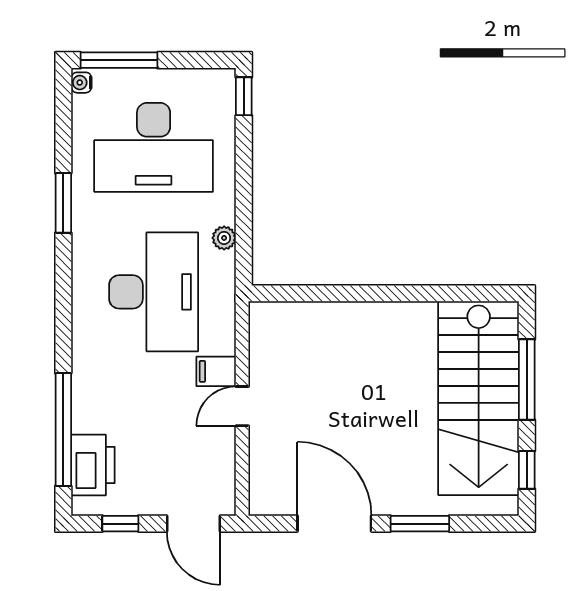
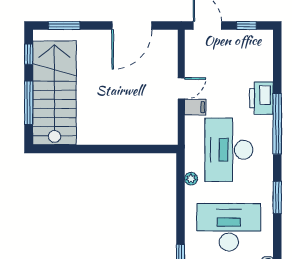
window: (63, 430) -> (277, 124), moved
printer: (93, 465) -> (261, 98), moved
door: (334, 524) -> (132, 26), hinge flipped
window: (420, 524) -> (64, 26), moved

